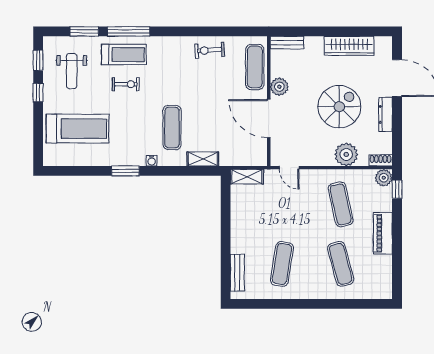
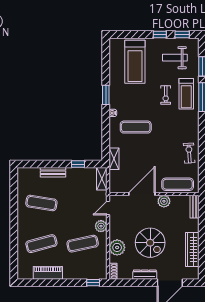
shelving: (203, 159) -> (114, 159), moved
plant: (384, 178) -> (101, 226), moved
window: (226, 211) -> (78, 164), added
piano: (383, 233) -> (48, 273), moved
bench: (237, 273) -> (53, 172), moved

